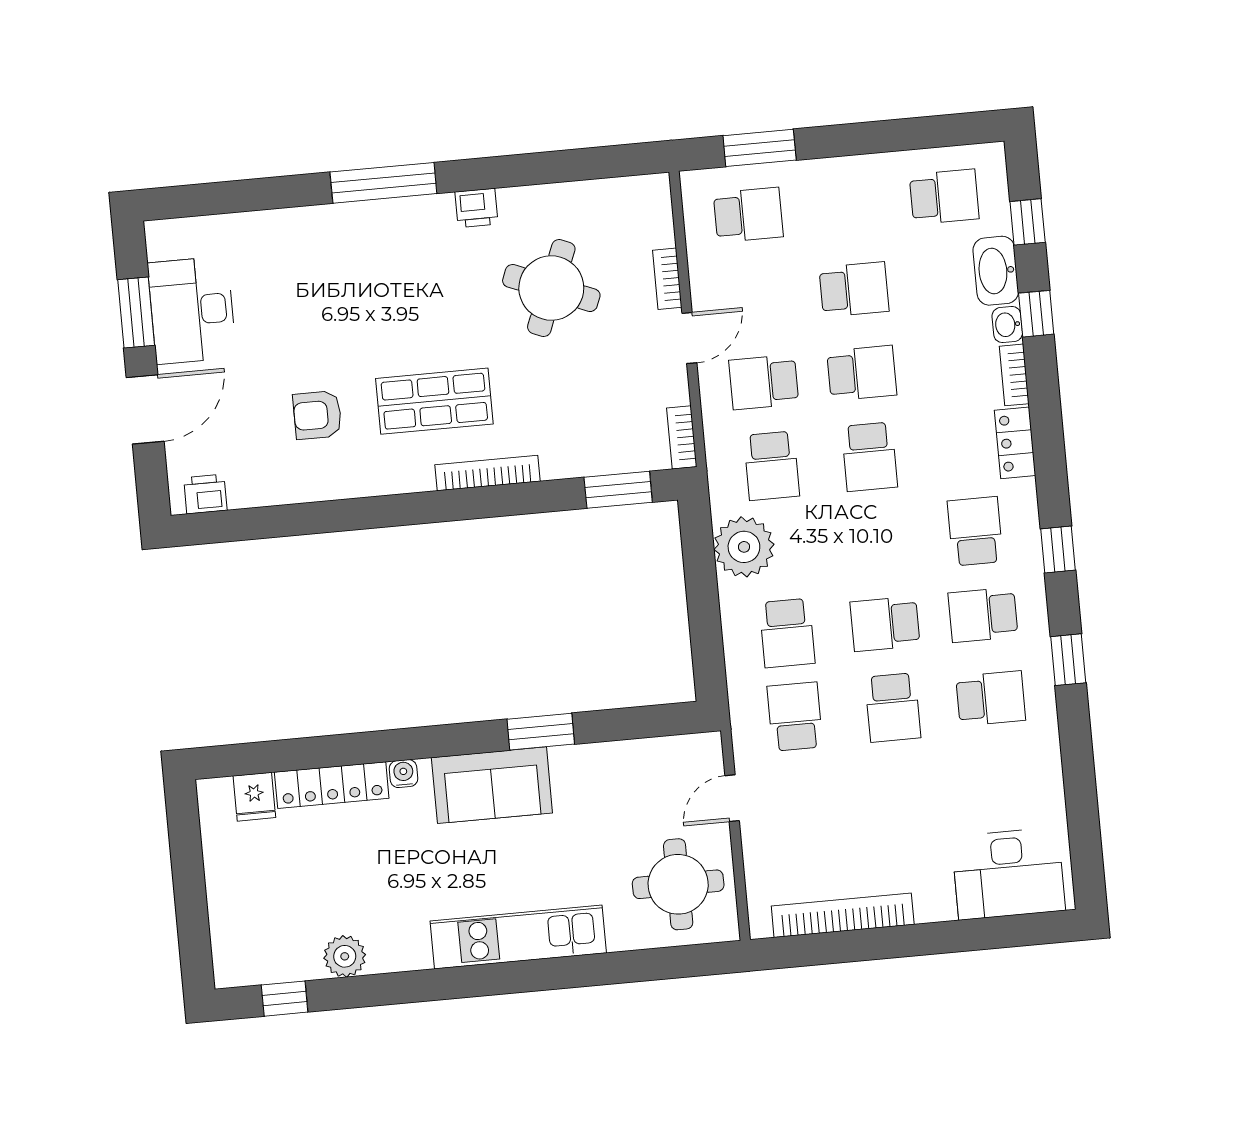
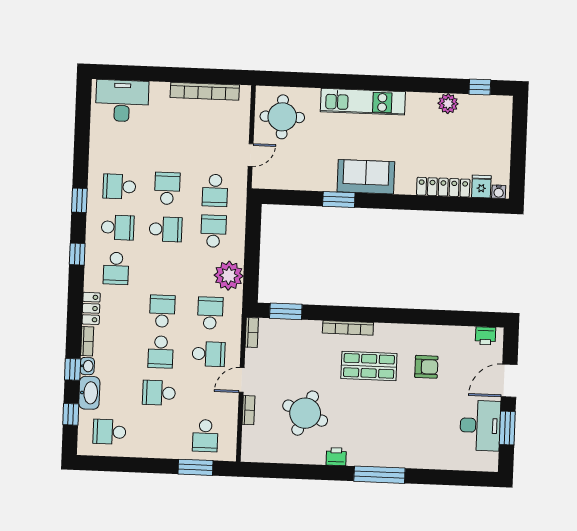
school desk: (748, 215) -> (205, 436), turned -90
school desk: (862, 373) -> (161, 352), turned -90
water cooler: (403, 774) -> (499, 192), moved

